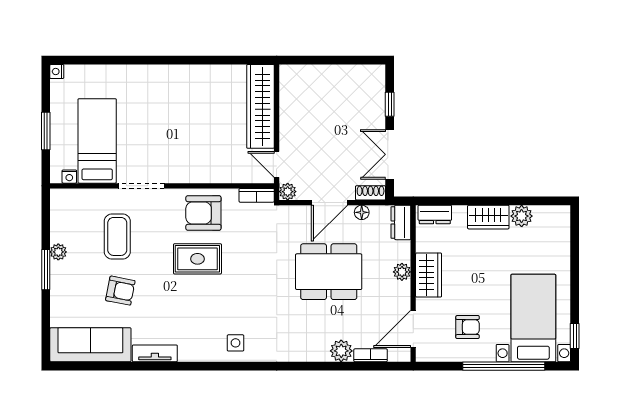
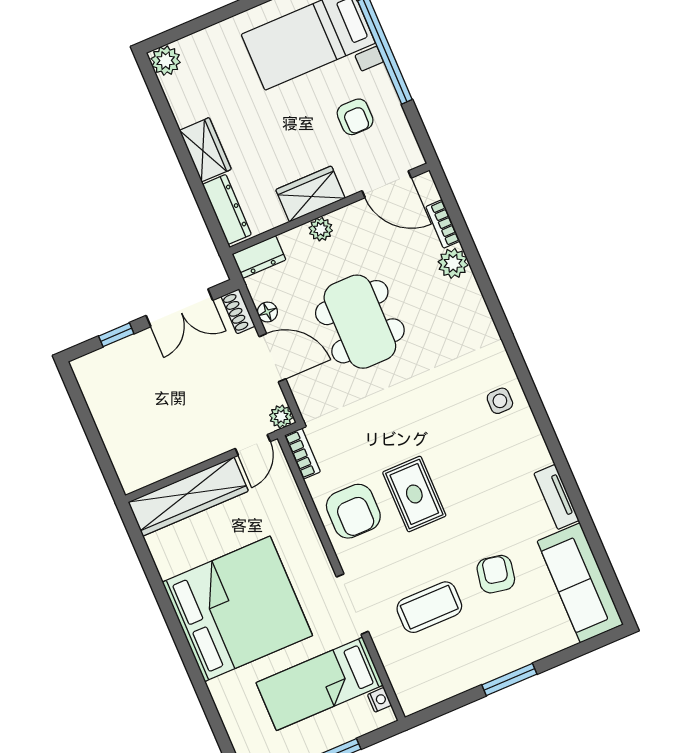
bed: (171, 107) -> (237, 609), added
dresser: (435, 214) -> (227, 209), width x1.44
plant: (522, 216) -> (166, 61), moved
plant: (58, 252) -> (480, 673), removed
armchair: (468, 327) -> (355, 117), turned 180

